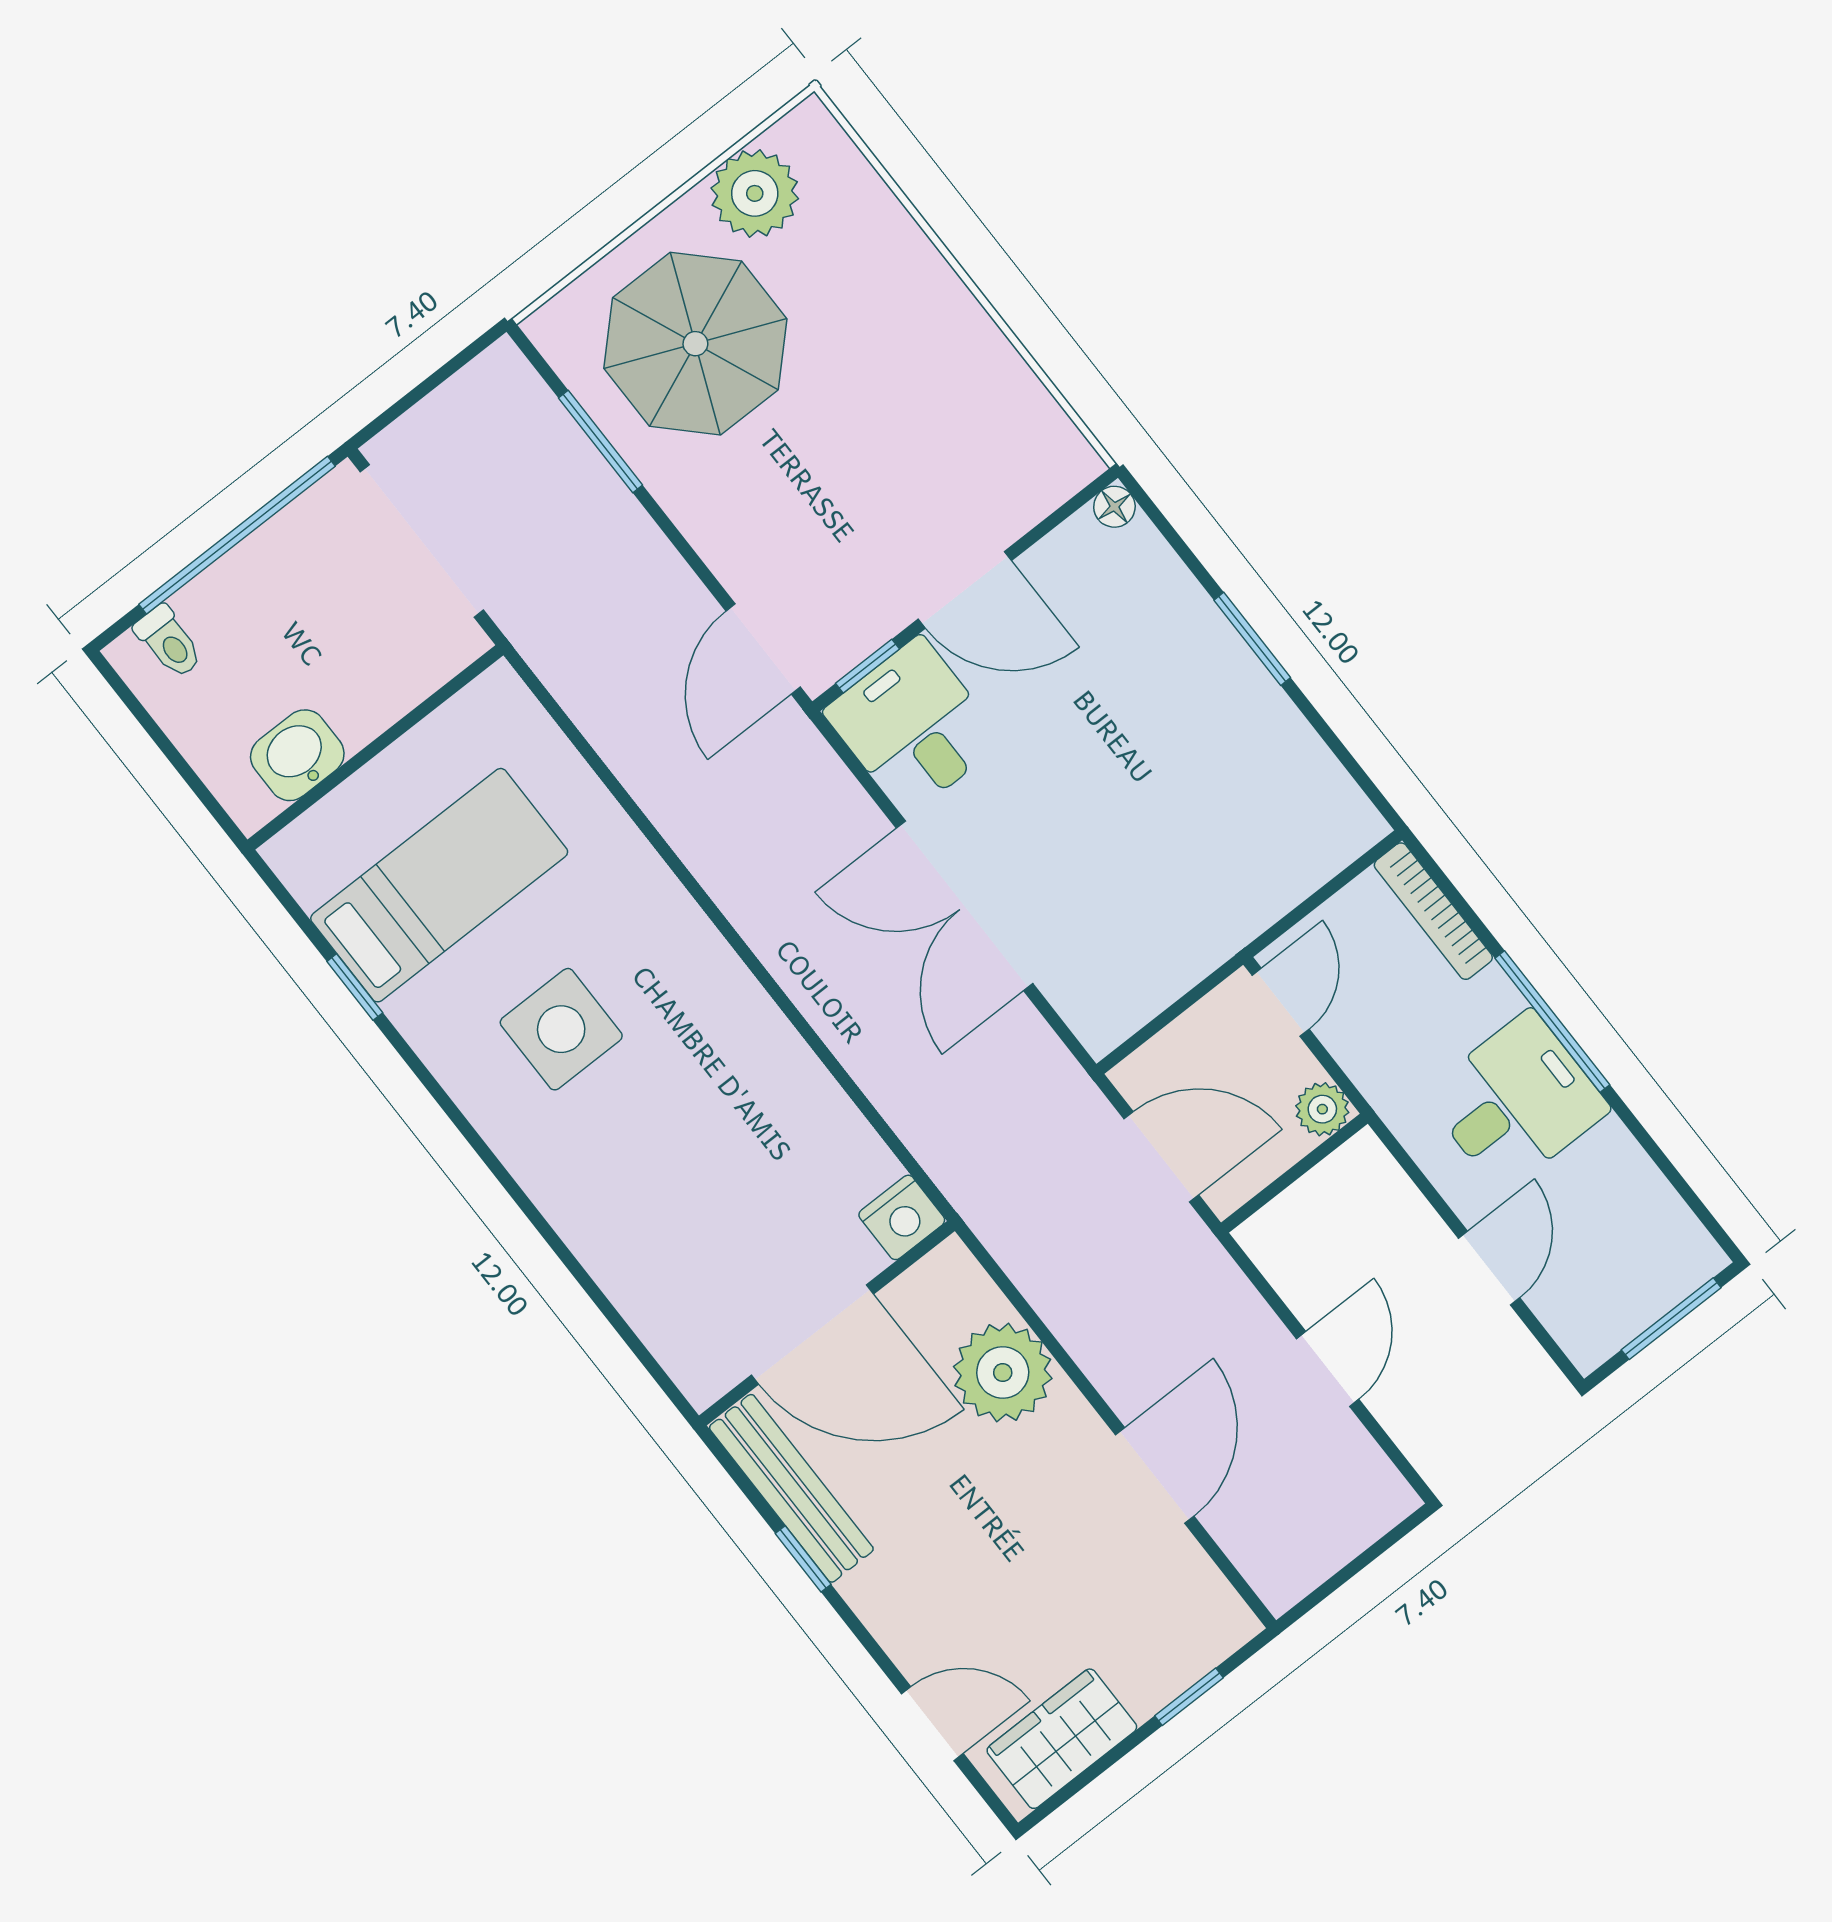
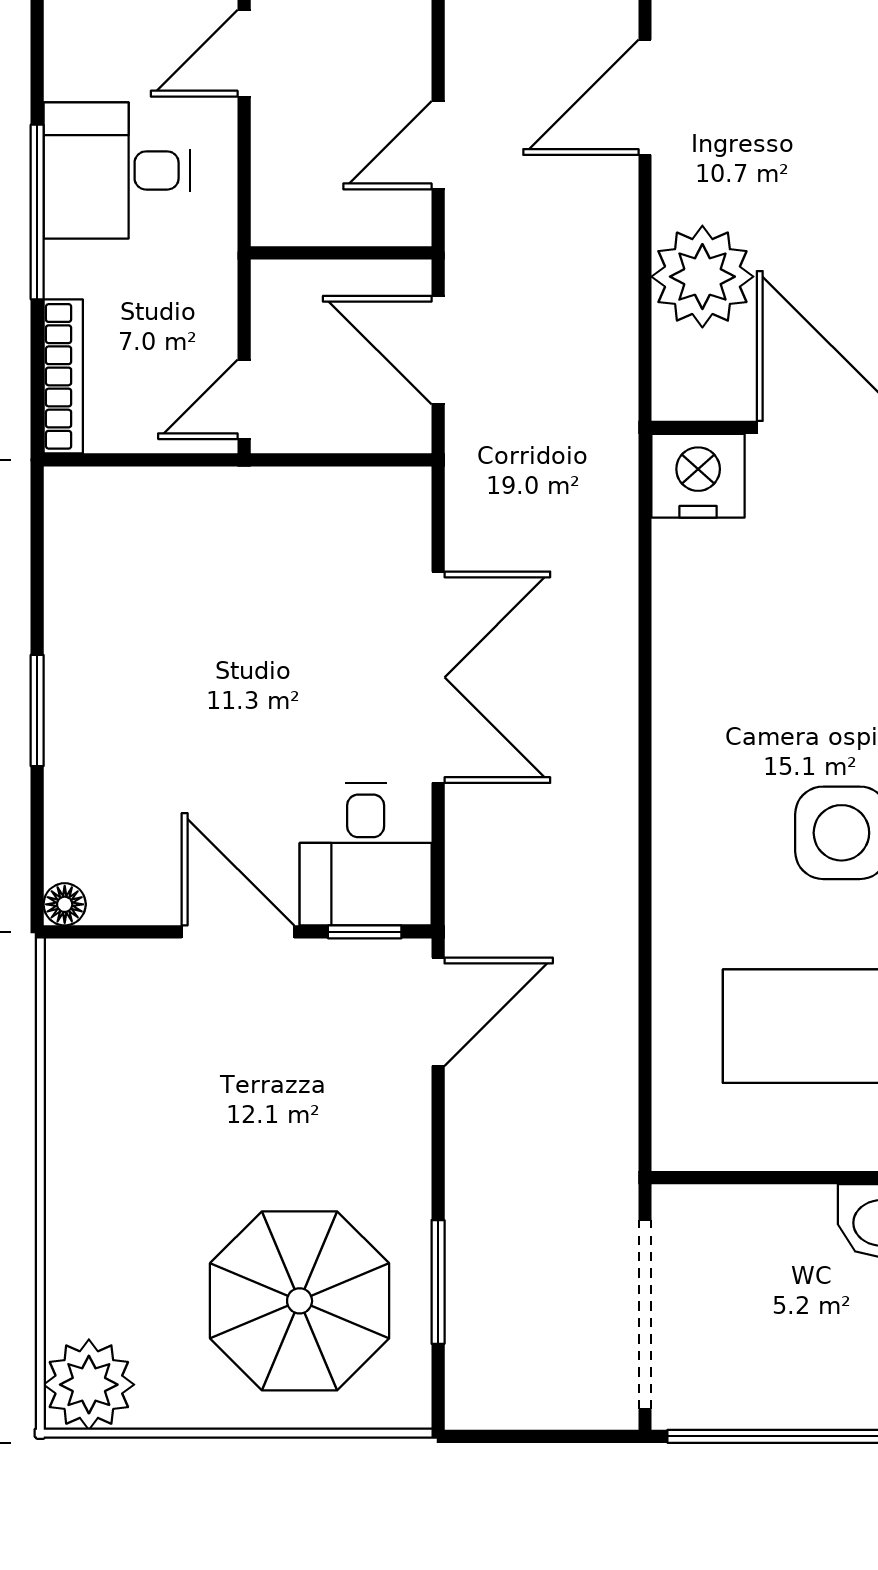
plant: (755, 193) -> (89, 1385), moved
plant: (1322, 1109) -> (278, 287), removed
nightstand: (902, 1217) -> (698, 476), width x1.36, depth x1.33
door: (1328, 1369) -> (438, 145), moved

